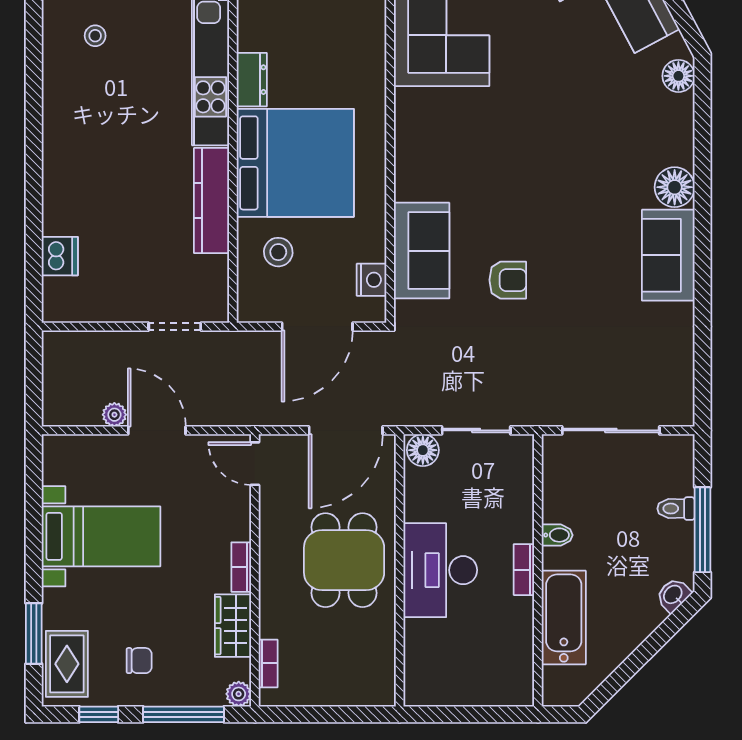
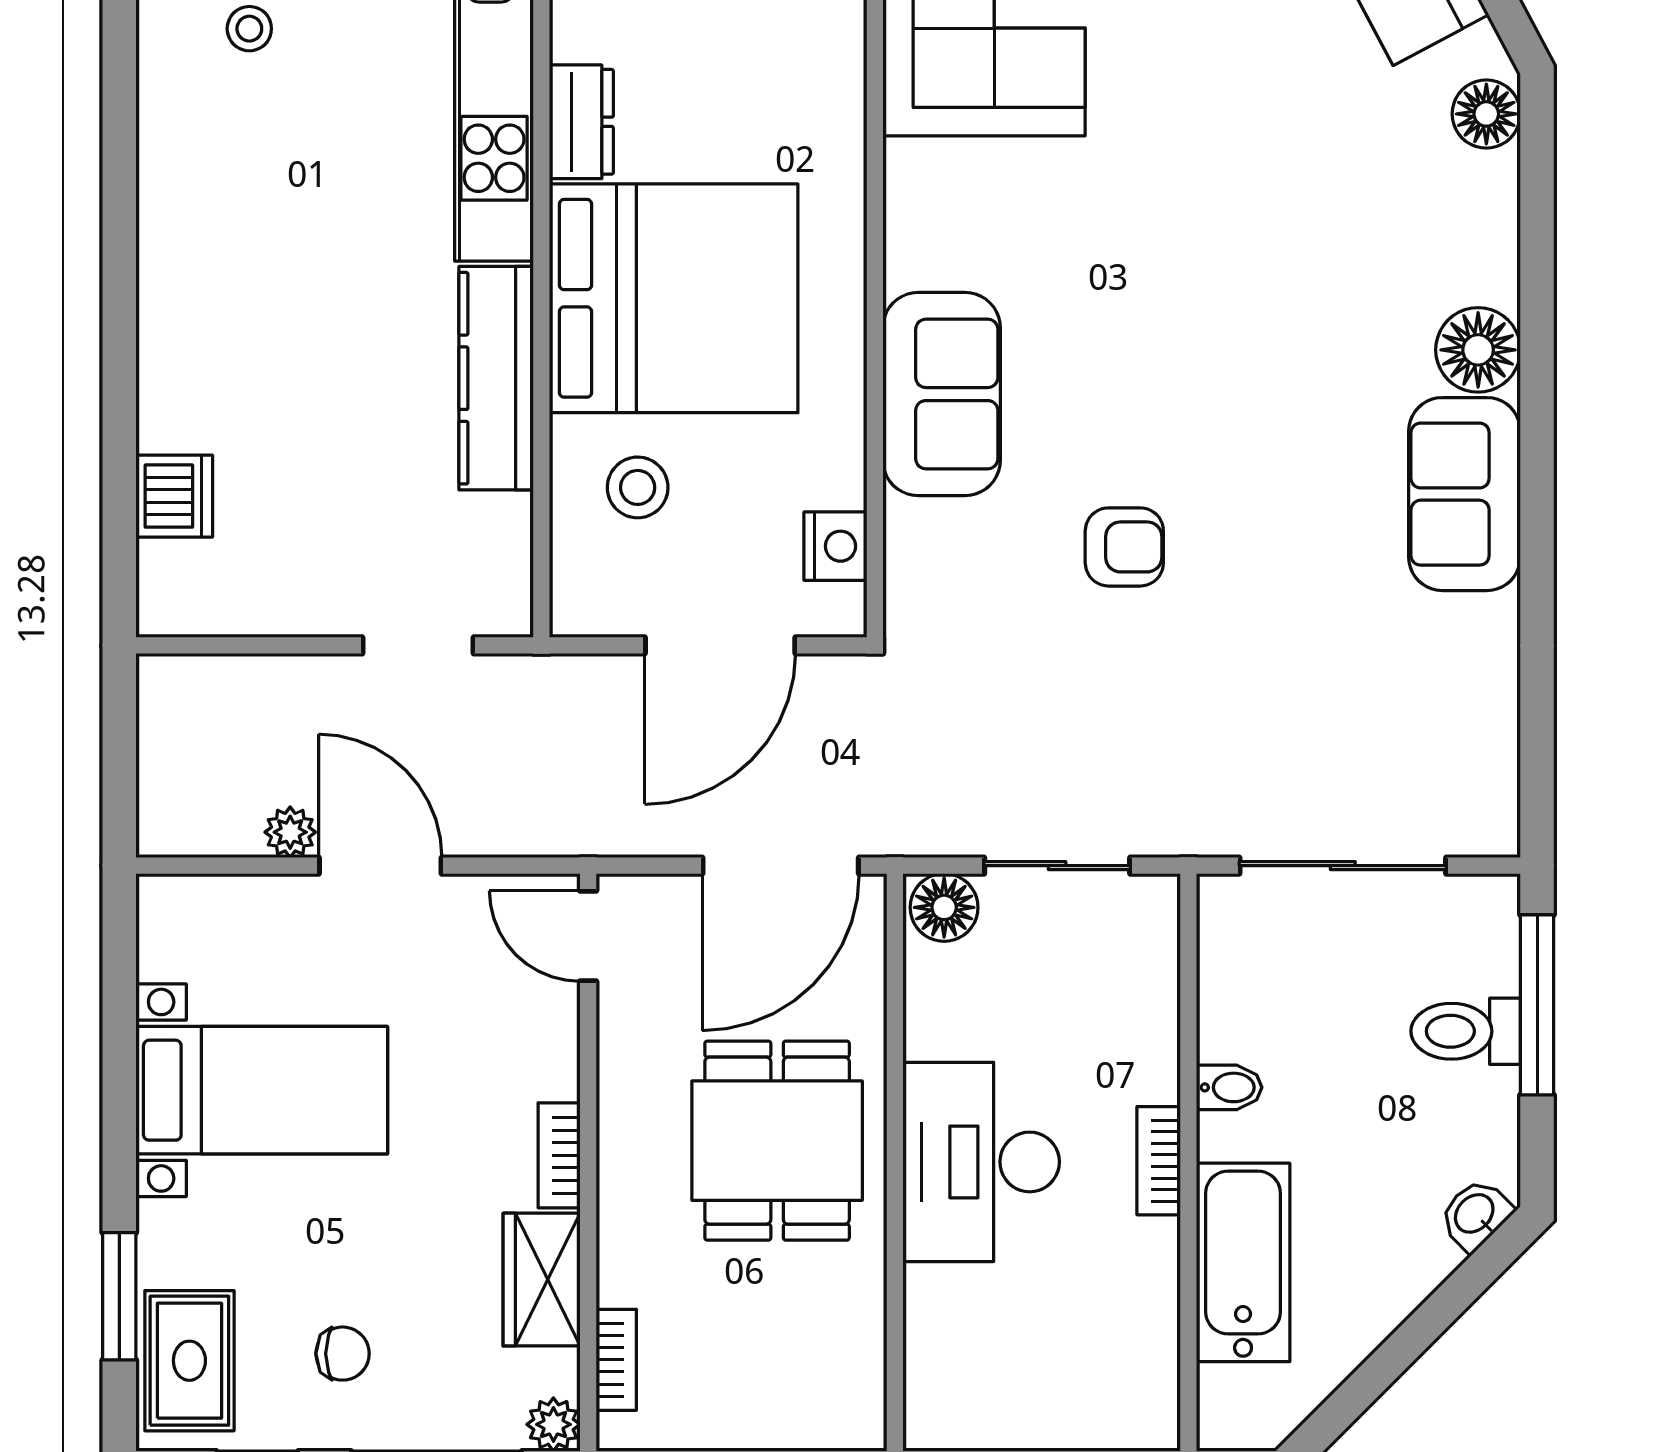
sofa: (422, 251) -> (942, 394), moved
toilet: (676, 509) -> (1466, 1031), width x1.37, depth x1.39
window: (702, 530) -> (1537, 1005), moved

